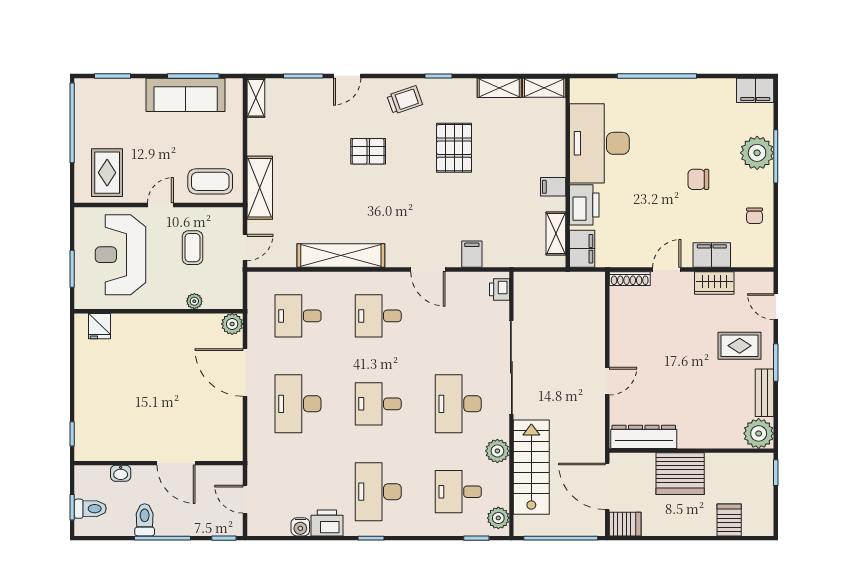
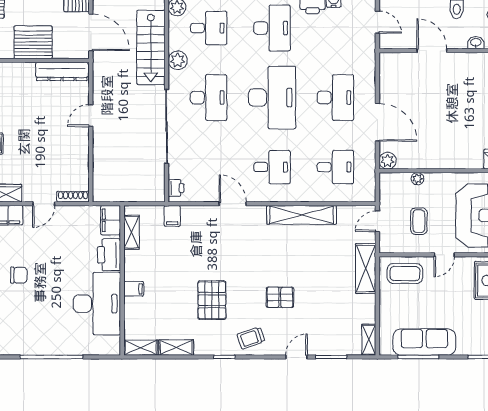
filing cabinet: (553, 187) -> (134, 289), moved
filing cabinet: (472, 254) -> (172, 216), moved
desk: (378, 404) -> (272, 98), width x1.87, depth x1.30

